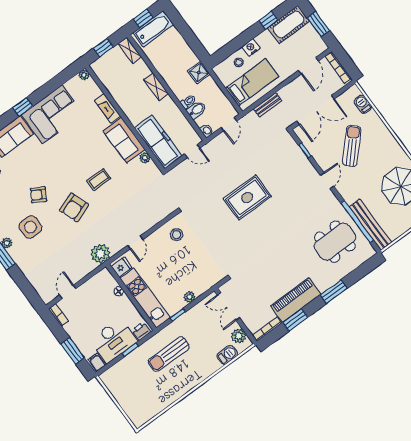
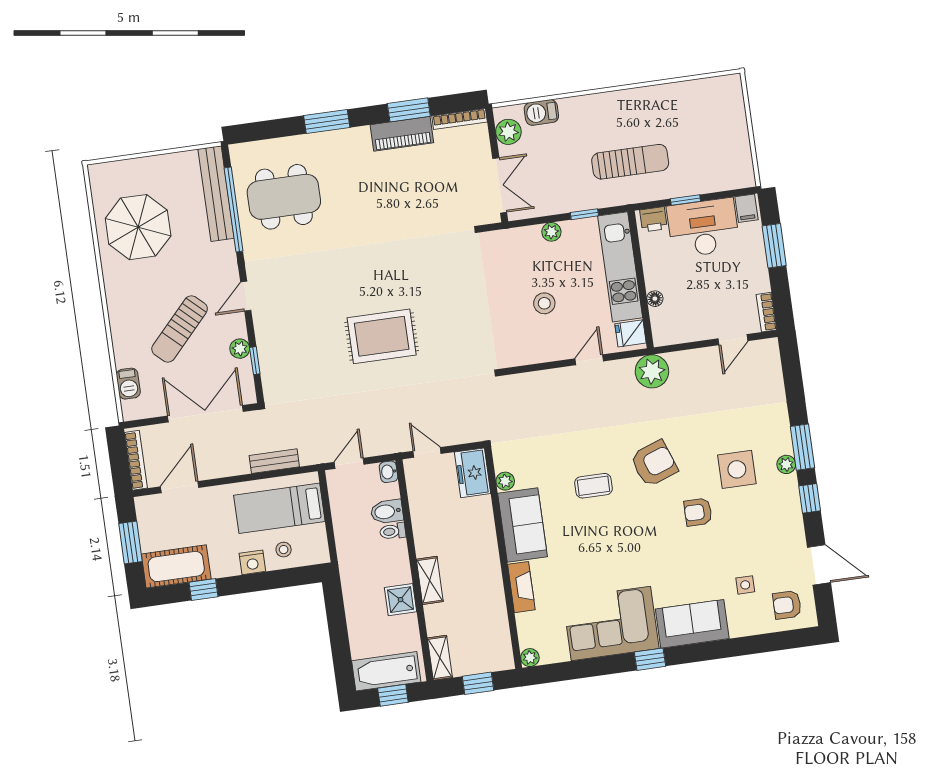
shower: (199, 73) -> (401, 600), moved
freezer: (158, 142) -> (473, 473), width x0.52, depth x0.79
plant: (316, 152) -> (240, 349), added
armchair: (38, 195) -> (698, 512), turned 150
stool: (177, 235) -> (544, 303), moved
piano: (296, 300) -> (402, 134), width x0.73, depth x0.75

